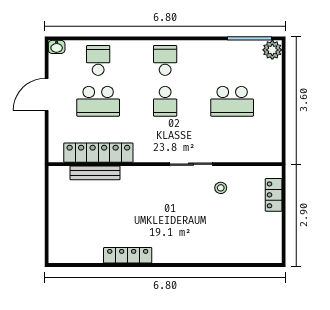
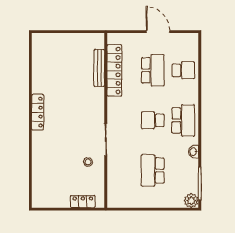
washbasin: (57, 47) -> (193, 152), moved
school desk: (165, 60) -> (183, 120), width x1.85
school desk: (98, 101) -> (153, 70), turned 180
locker: (128, 255) -> (38, 112), moved

